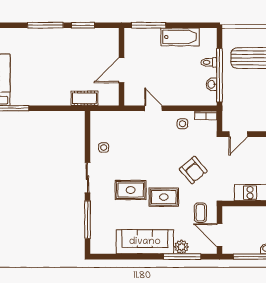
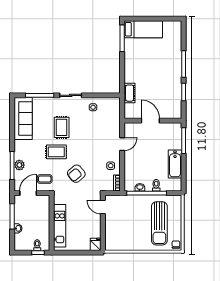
rug: (164, 197) -> (56, 152), turned 90
sofa: (145, 242) -> (23, 118), moved

